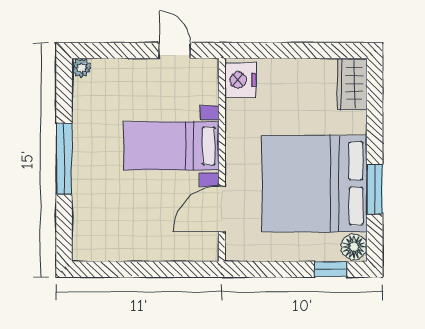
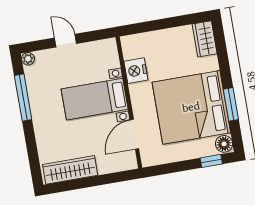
door: (175, 50) -> (65, 41), moved
nightstand: (241, 80) -> (136, 71), moved
window: (64, 159) -> (23, 97), moved
wardrobe: (116, 246) -> (70, 170), added

